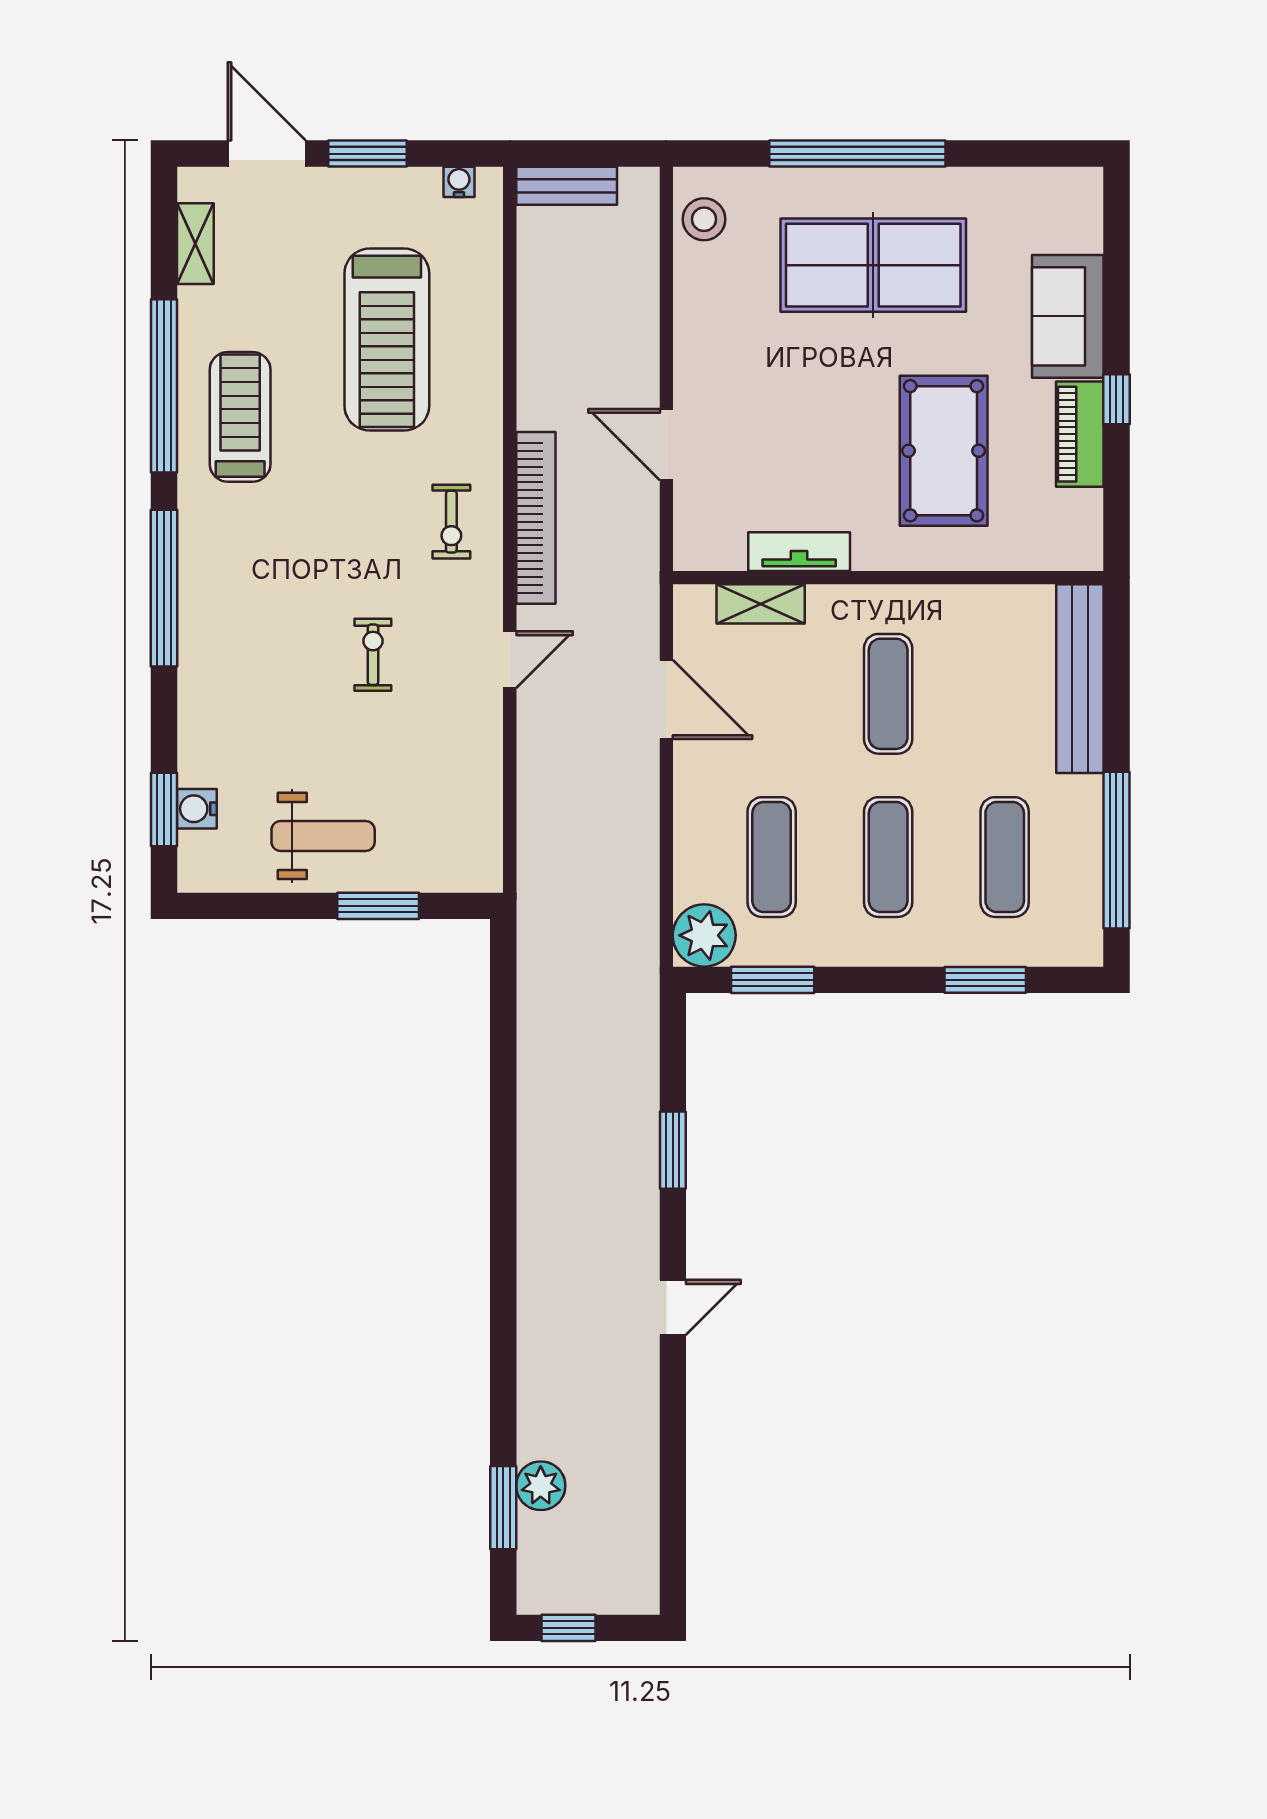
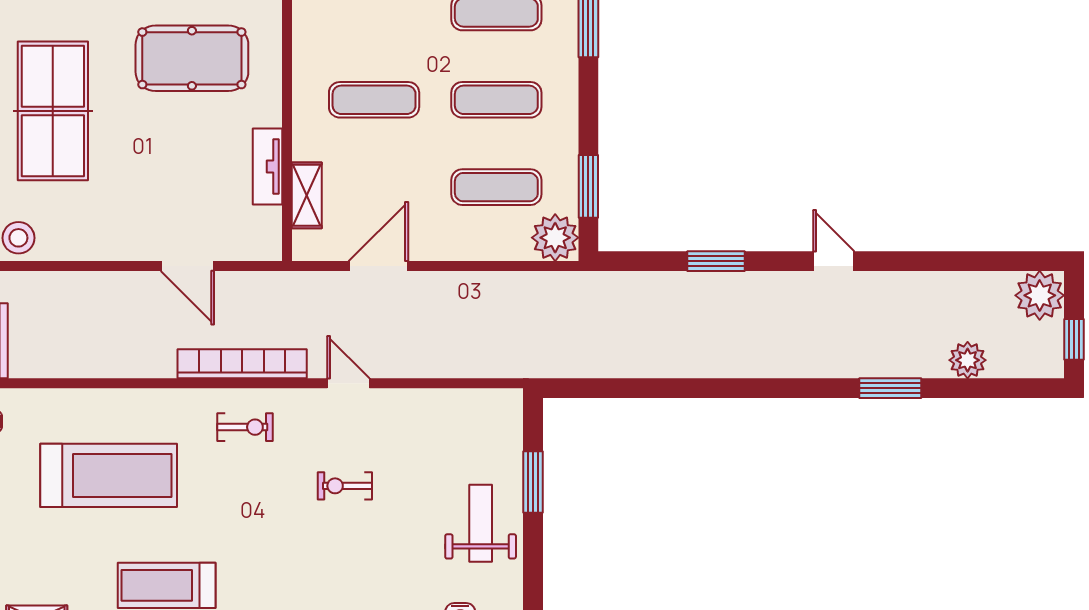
door: (666, 445) -> (187, 266), hinge flipped
window: (503, 1508) -> (890, 388), moved
plant: (627, 1582) -> (1040, 295), added

